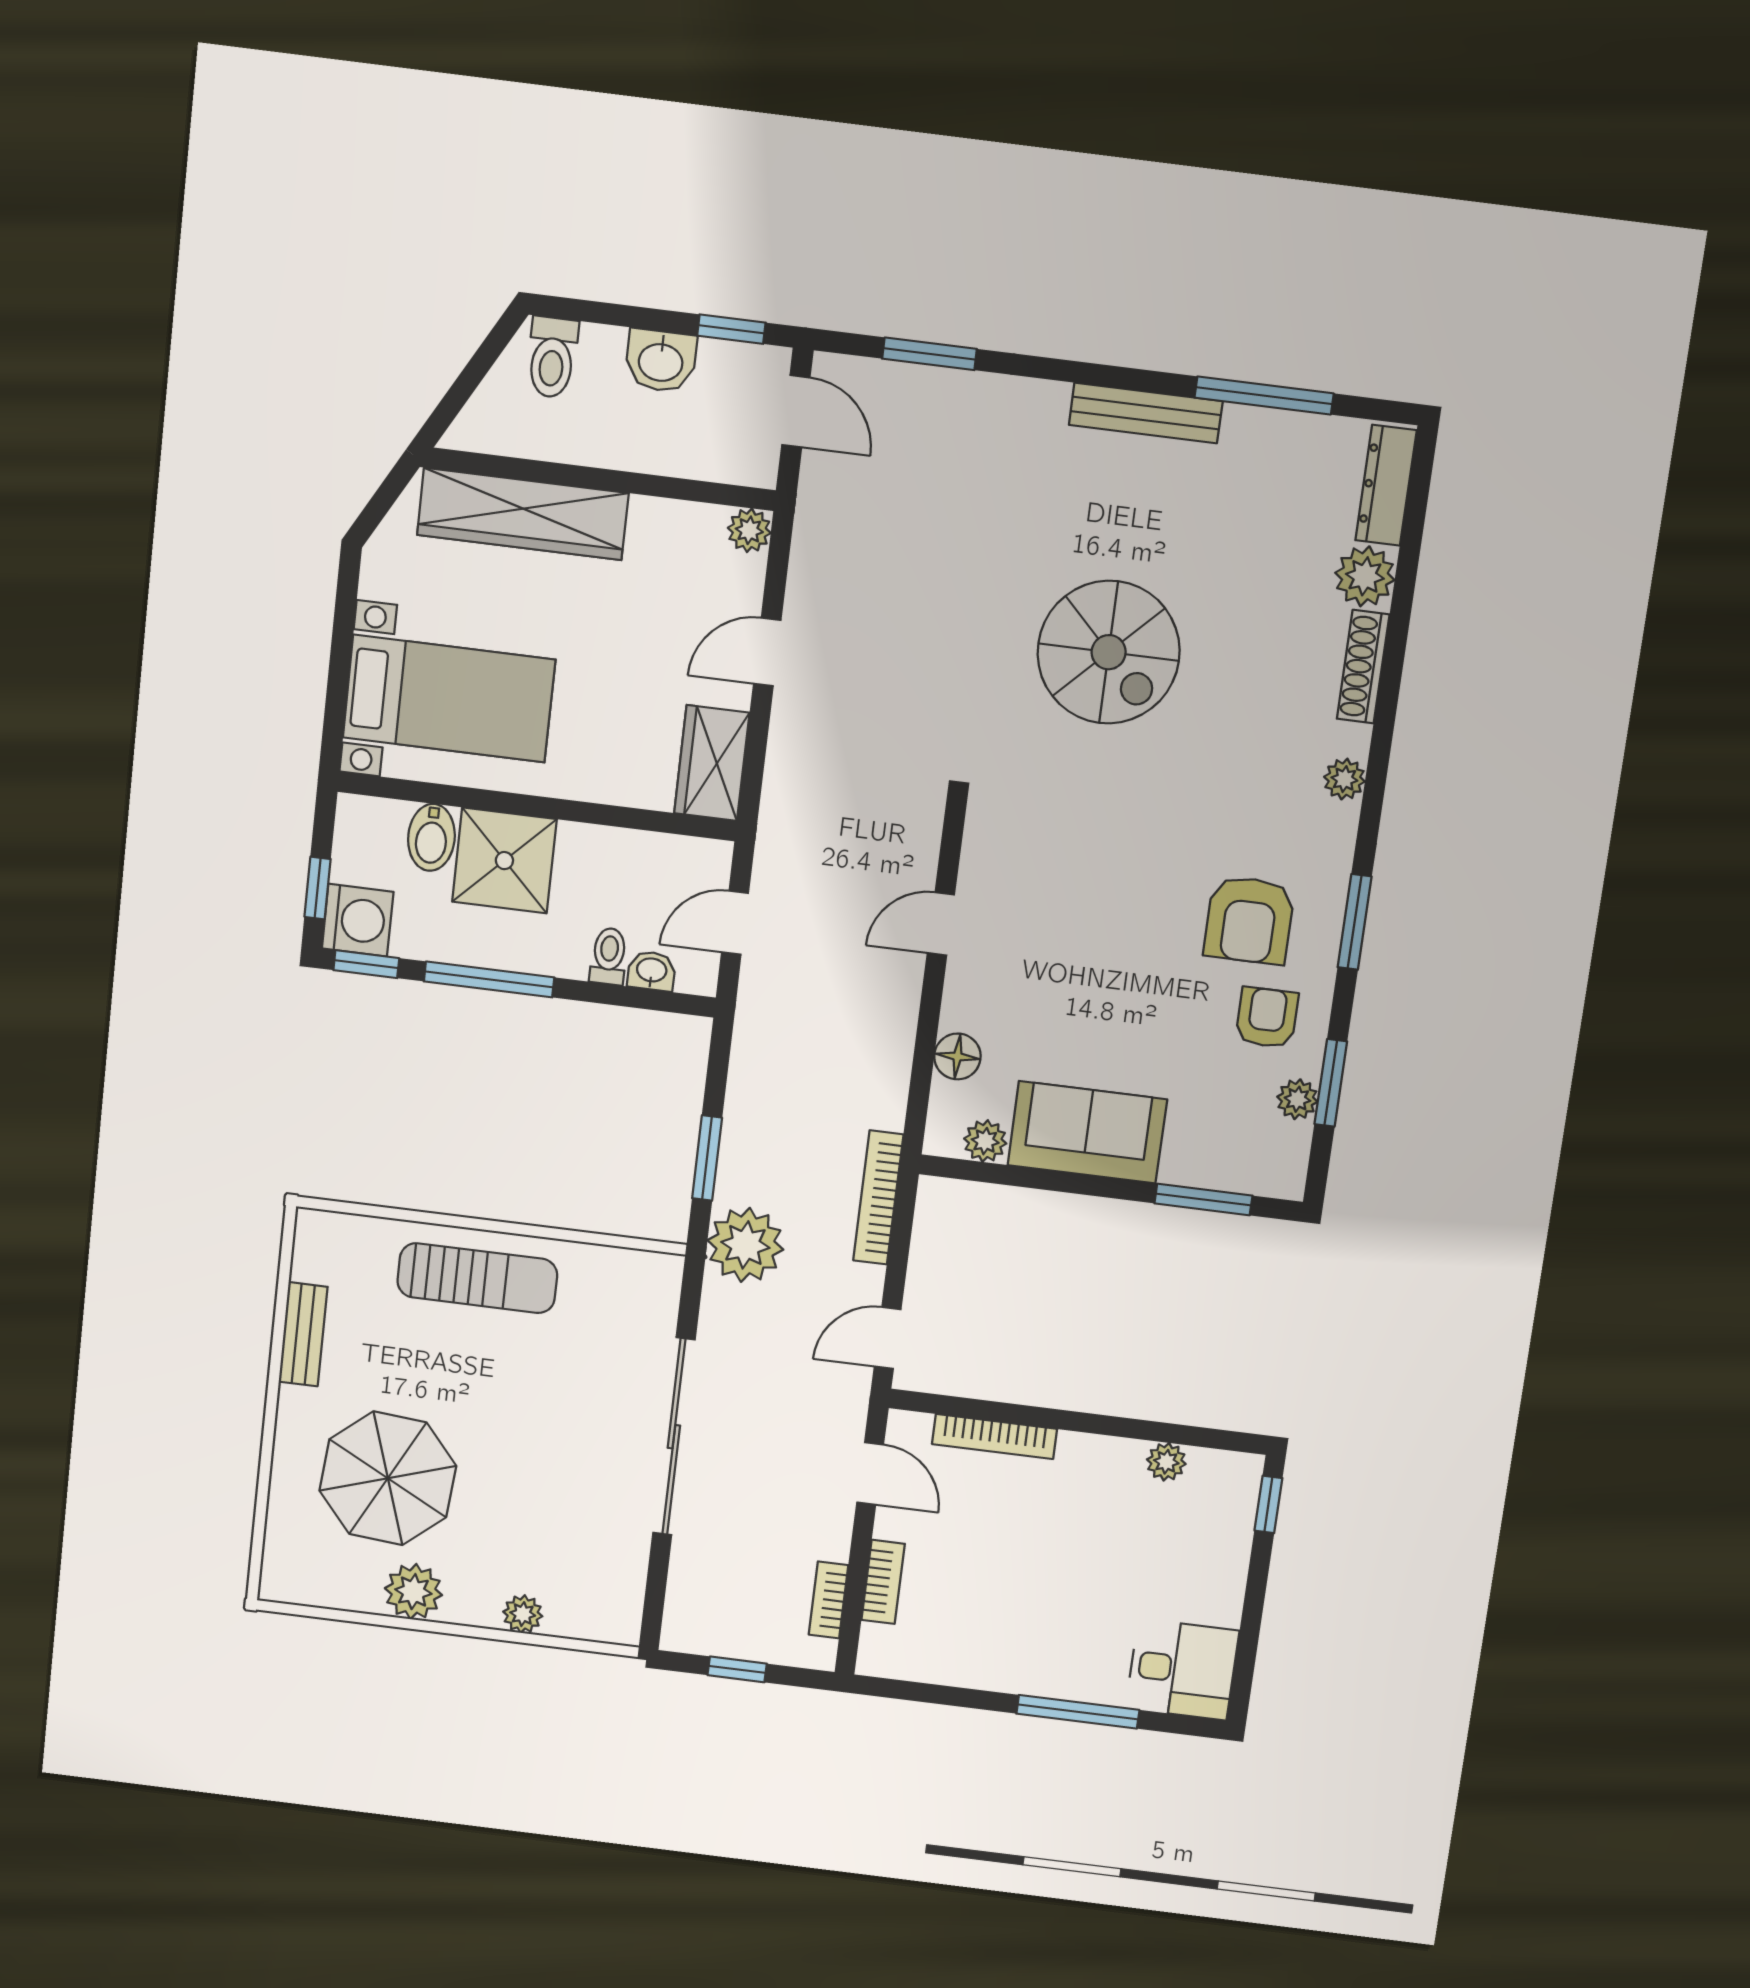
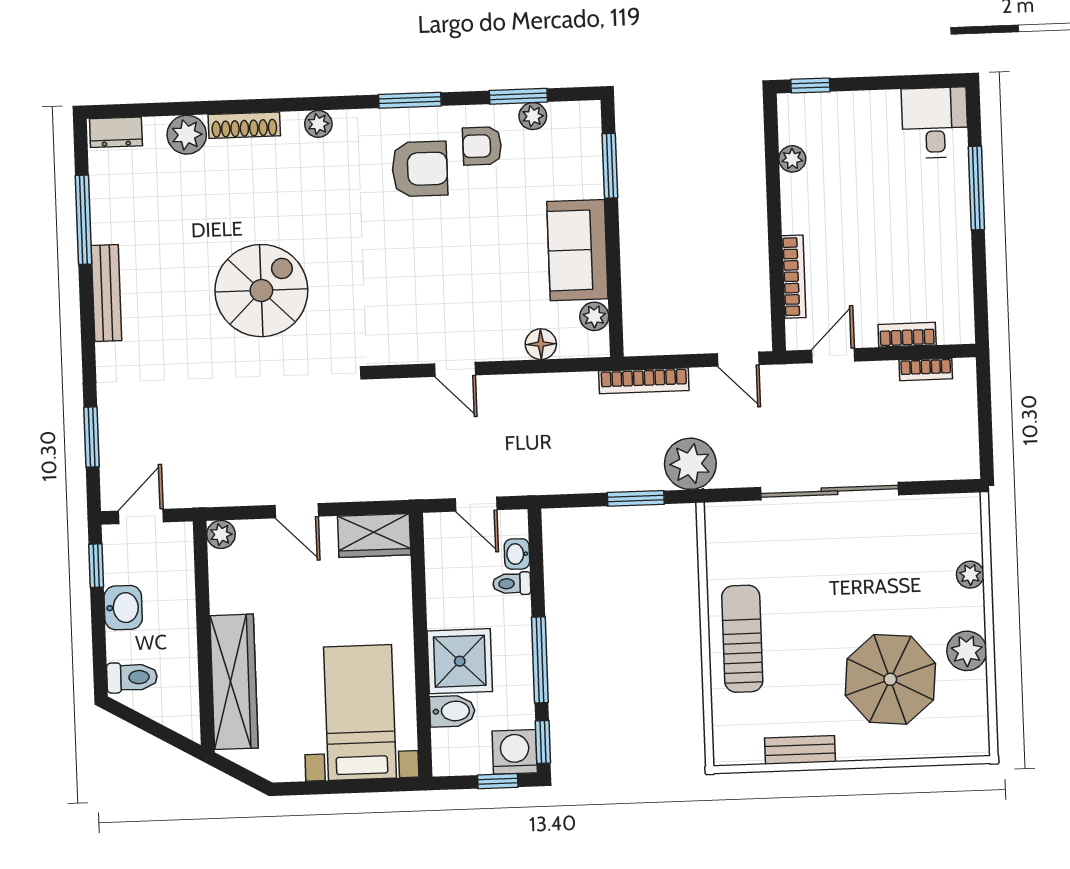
dresser: (1386, 485) -> (116, 132), width x0.70
window: (737, 1669) -> (985, 424), removed

